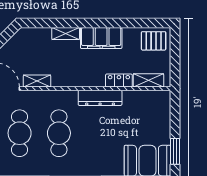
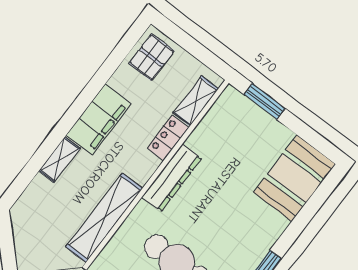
shelving: (37, 81) -> (104, 218), width x2.20, depth x1.33
window: (175, 151) -> (265, 101), moved

